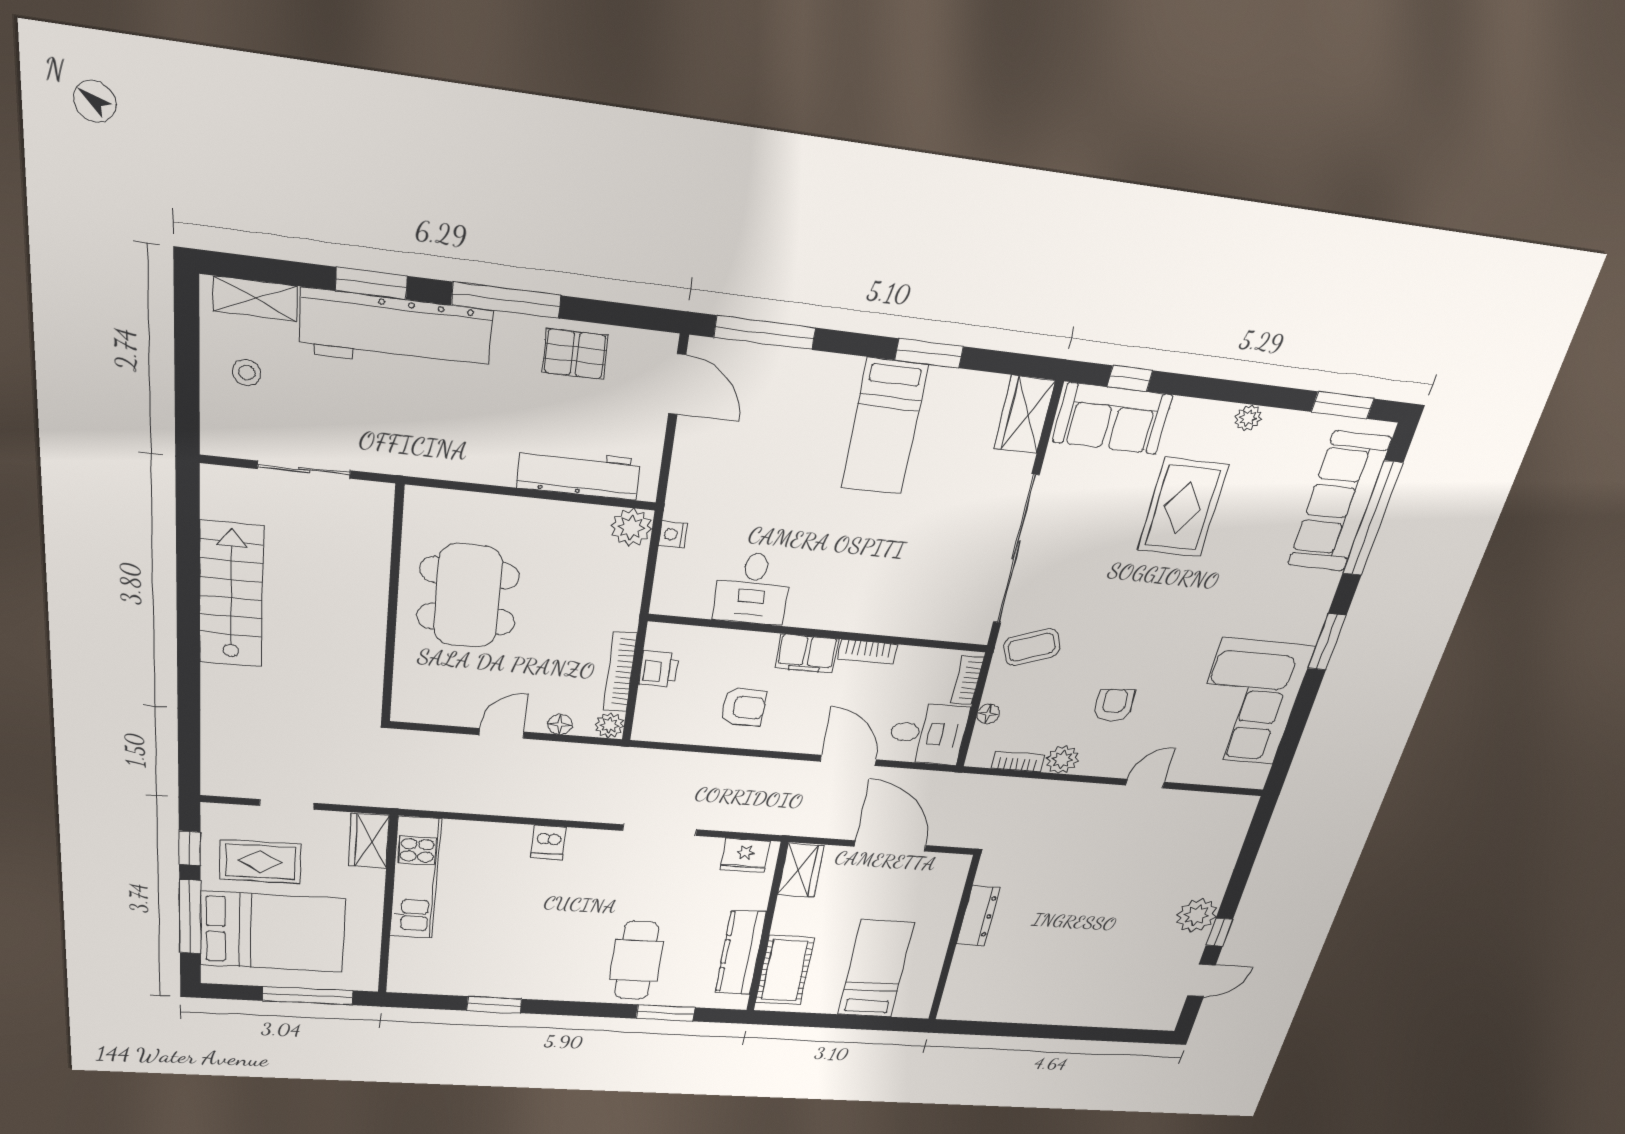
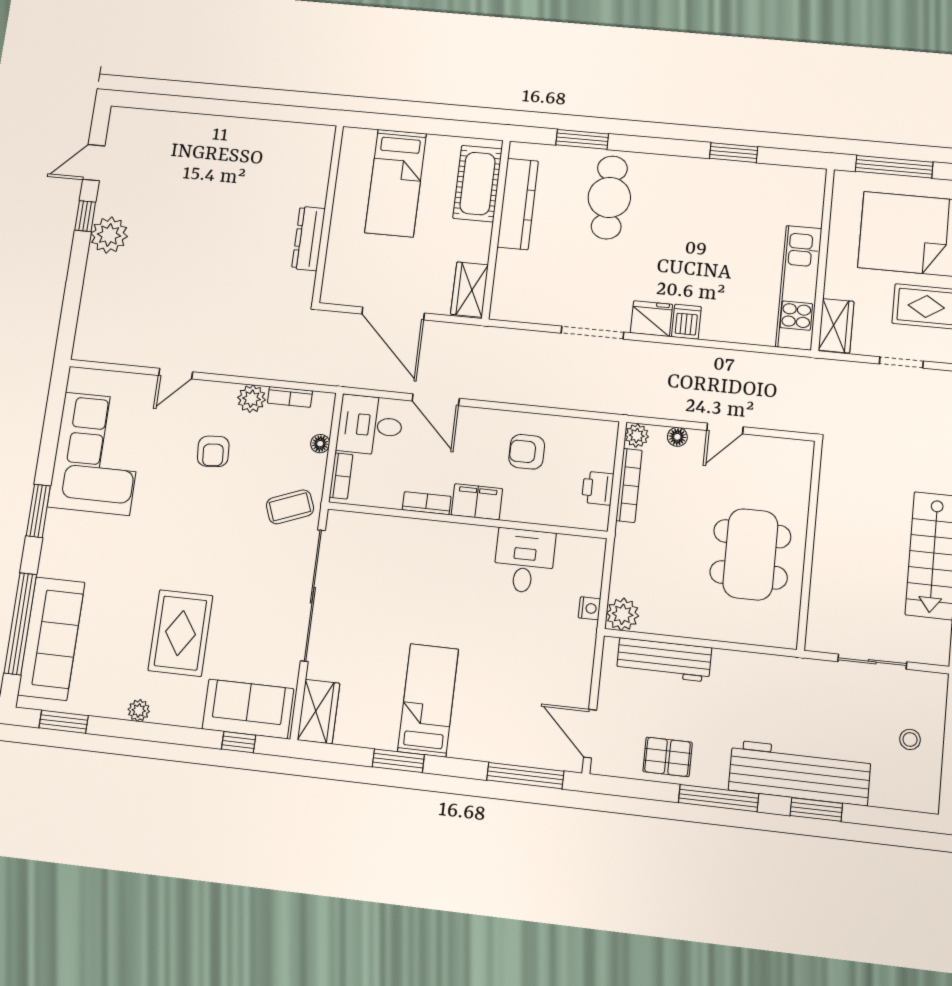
shelving: (255, 298) -> (900, 797), removed
fridge: (745, 855) -> (651, 319), moved

